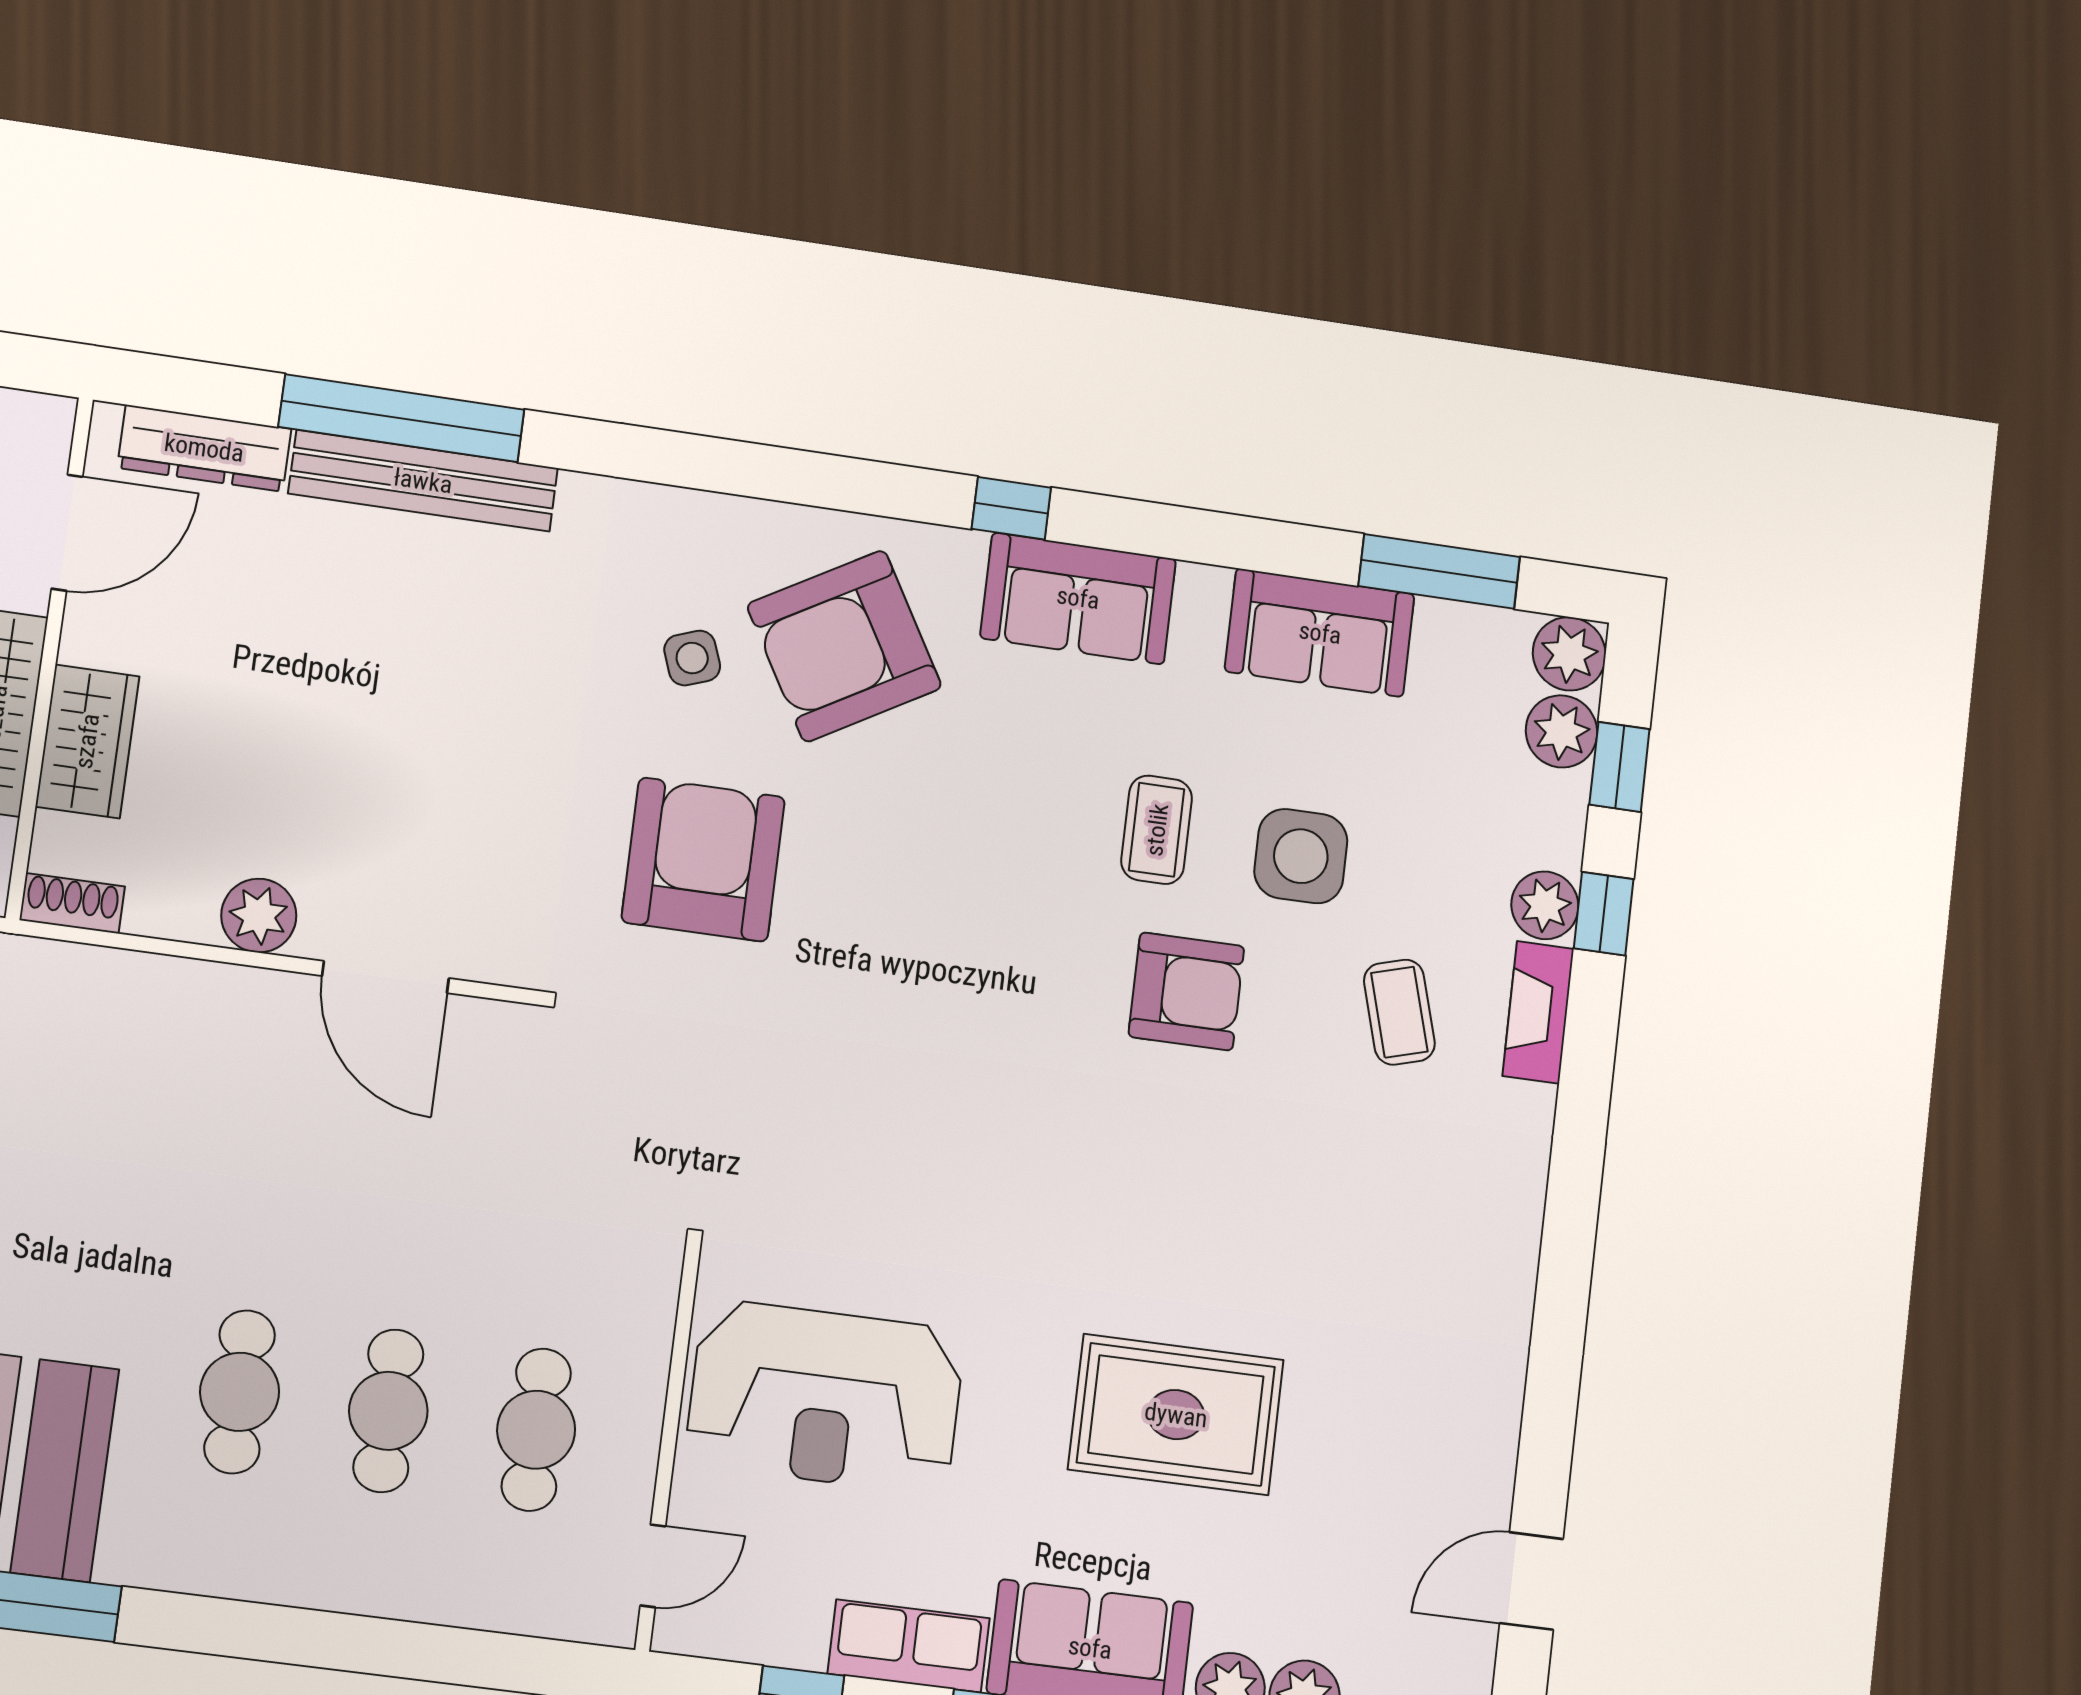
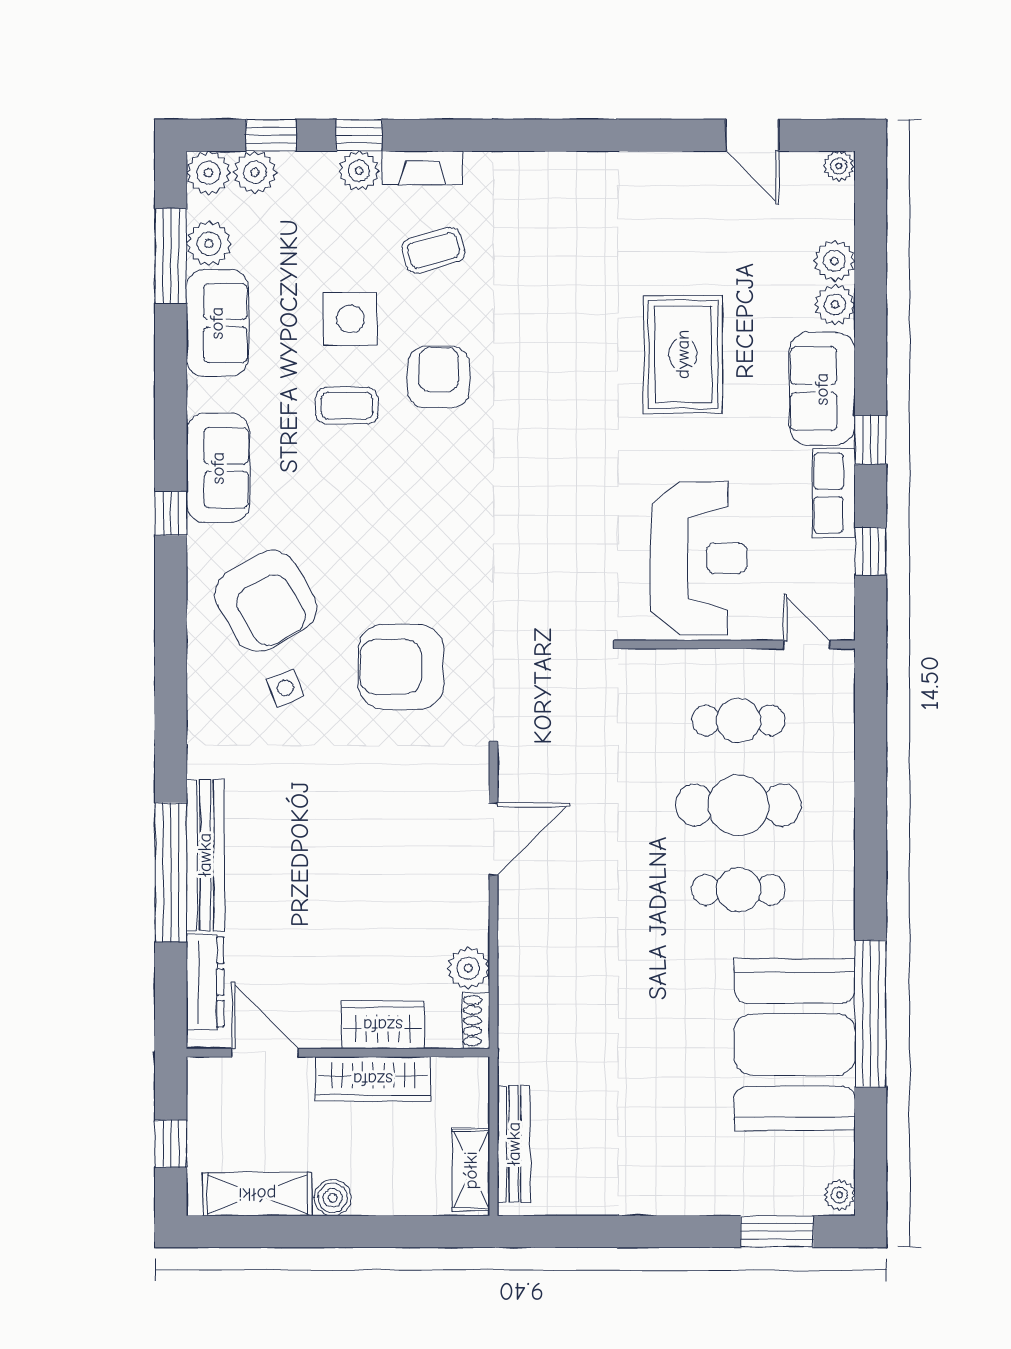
plant: (1453, 638) -> (209, 244), added
plant: (259, 916) -> (468, 968), moved
cafe table: (388, 1411) -> (738, 805), width x1.37, depth x1.35

